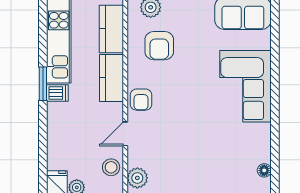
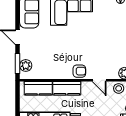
armchair: (159, 46) -> (48, 60), removed

